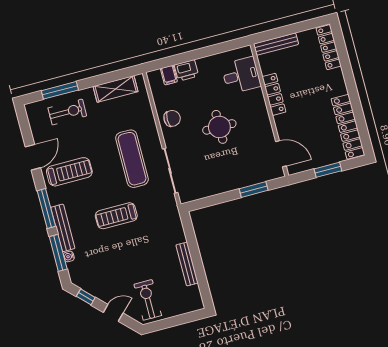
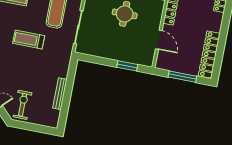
door: (281, 154) -> (159, 40), moved
window: (328, 170) -> (182, 77), width x1.44

